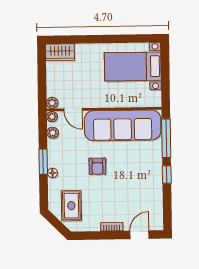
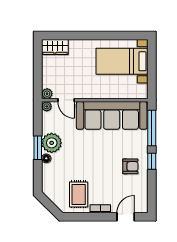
plant: (53, 133) -> (52, 143), moved, width x1.88, depth x1.88
armchair: (97, 166) -> (130, 166), moved, turned -90
rug: (71, 206) -> (79, 194), moved

